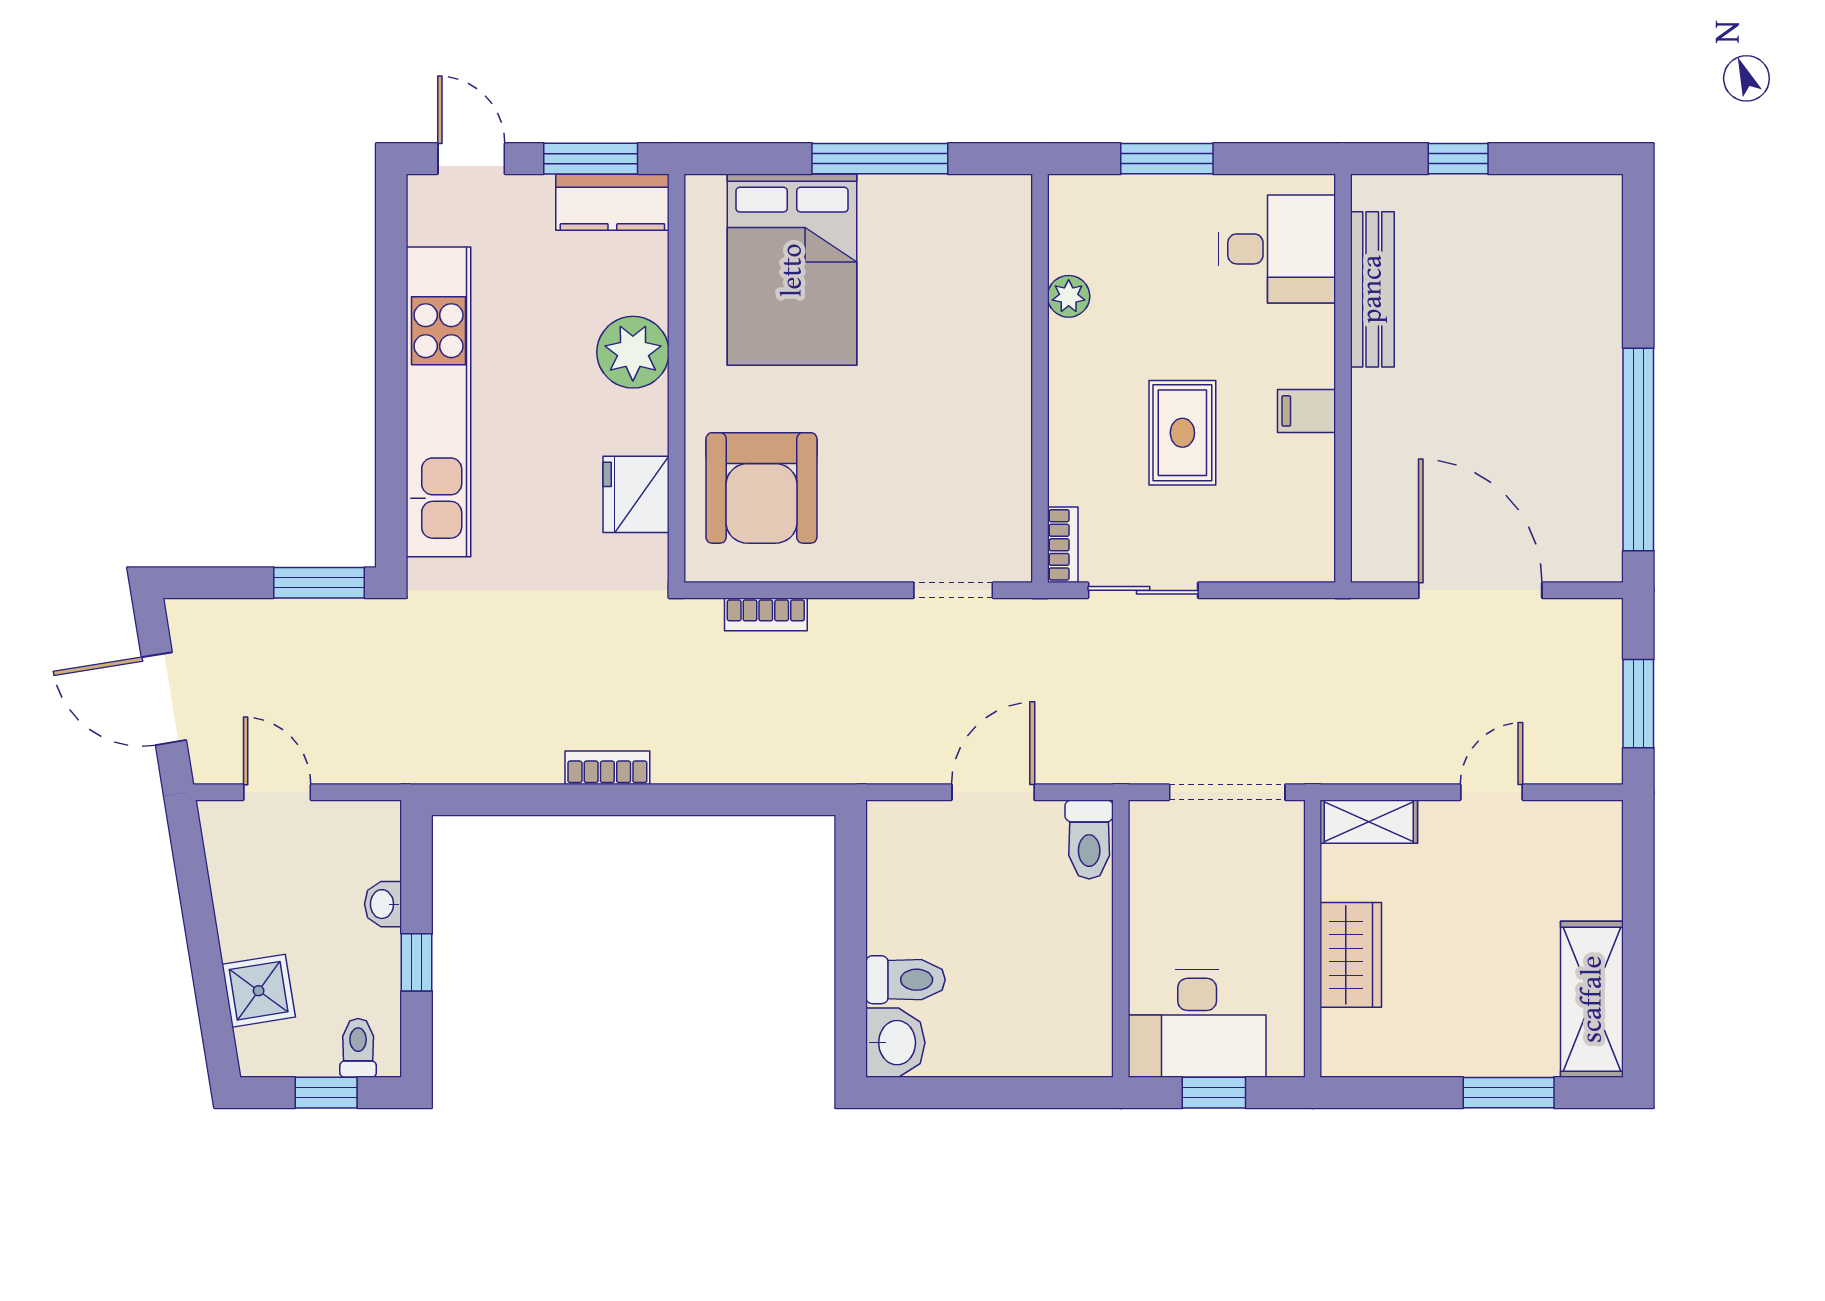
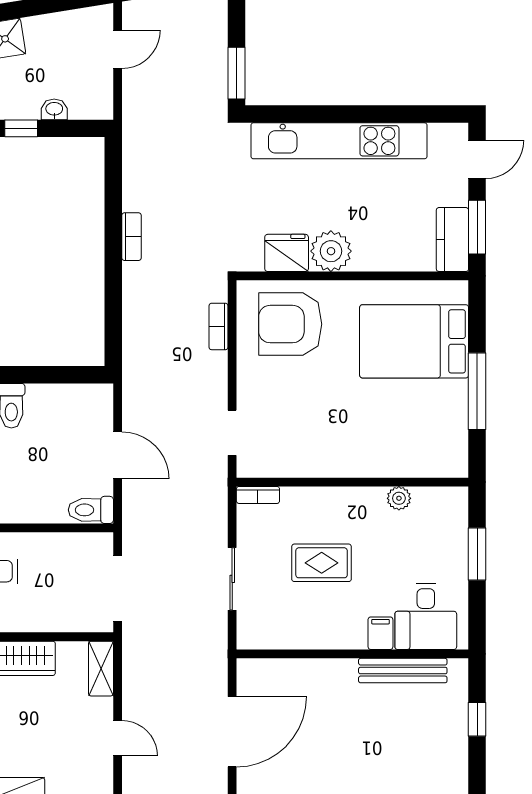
plant: (633, 352) -> (331, 251), moved
filing cabinet: (1306, 411) -> (380, 633), moved
sliding door: (1143, 590) -> (232, 579), moved

